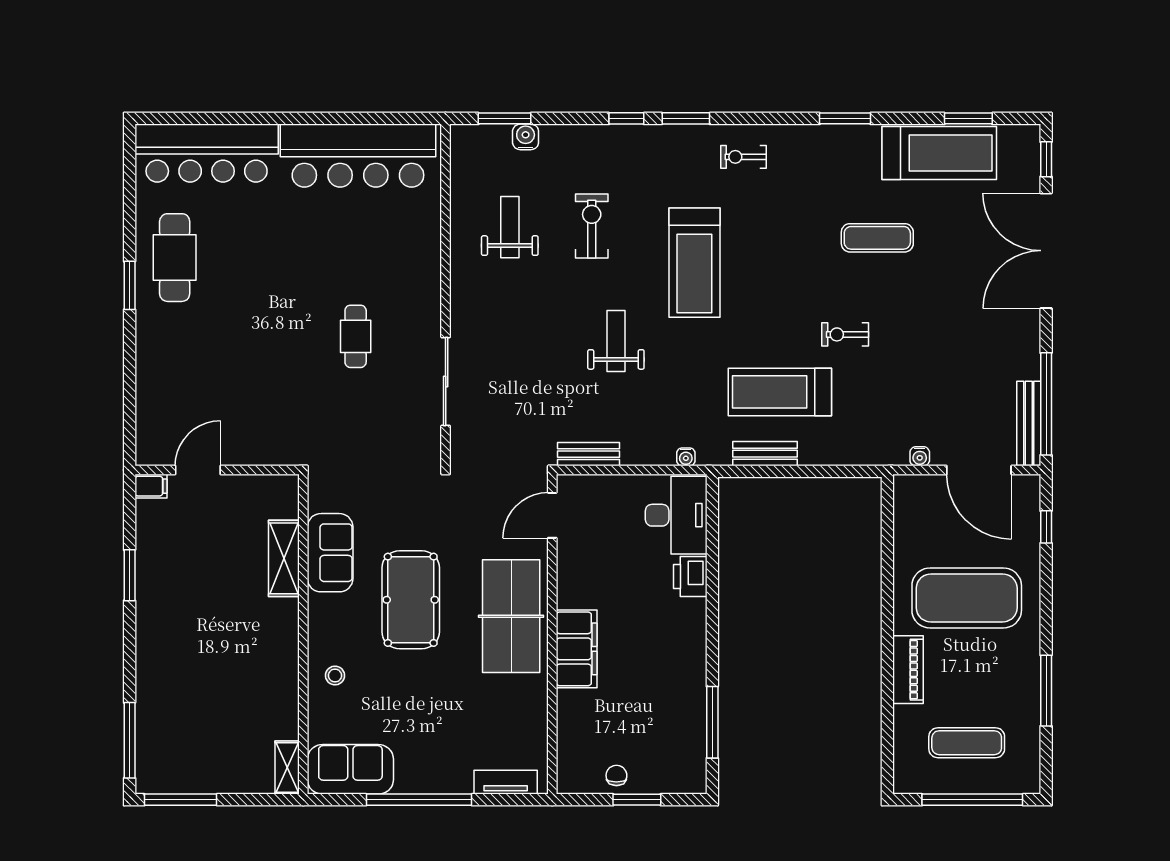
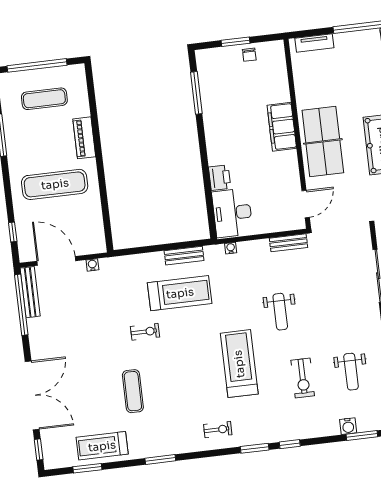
treadmill: (939, 153) -> (102, 446), width x0.73, depth x0.73
exercise mat: (877, 238) -> (133, 391), turned 90
exercise mat: (967, 598) -> (55, 184), width x0.68

